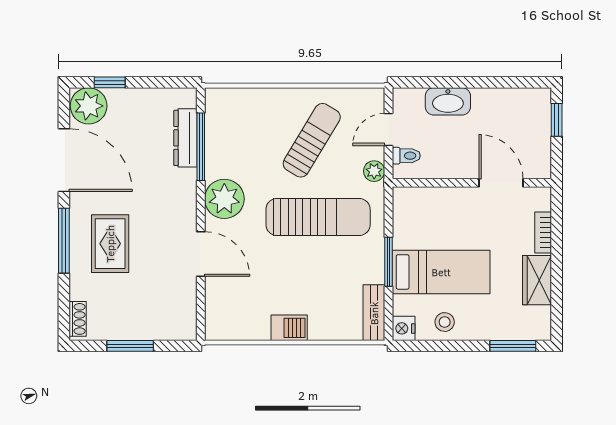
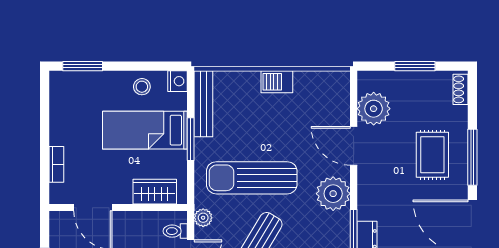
wardrobe: (537, 280) -> (155, 192), moved, turned -90
plant: (178, 297) -> (374, 109), added
bench: (374, 313) -> (203, 104), width x1.36

